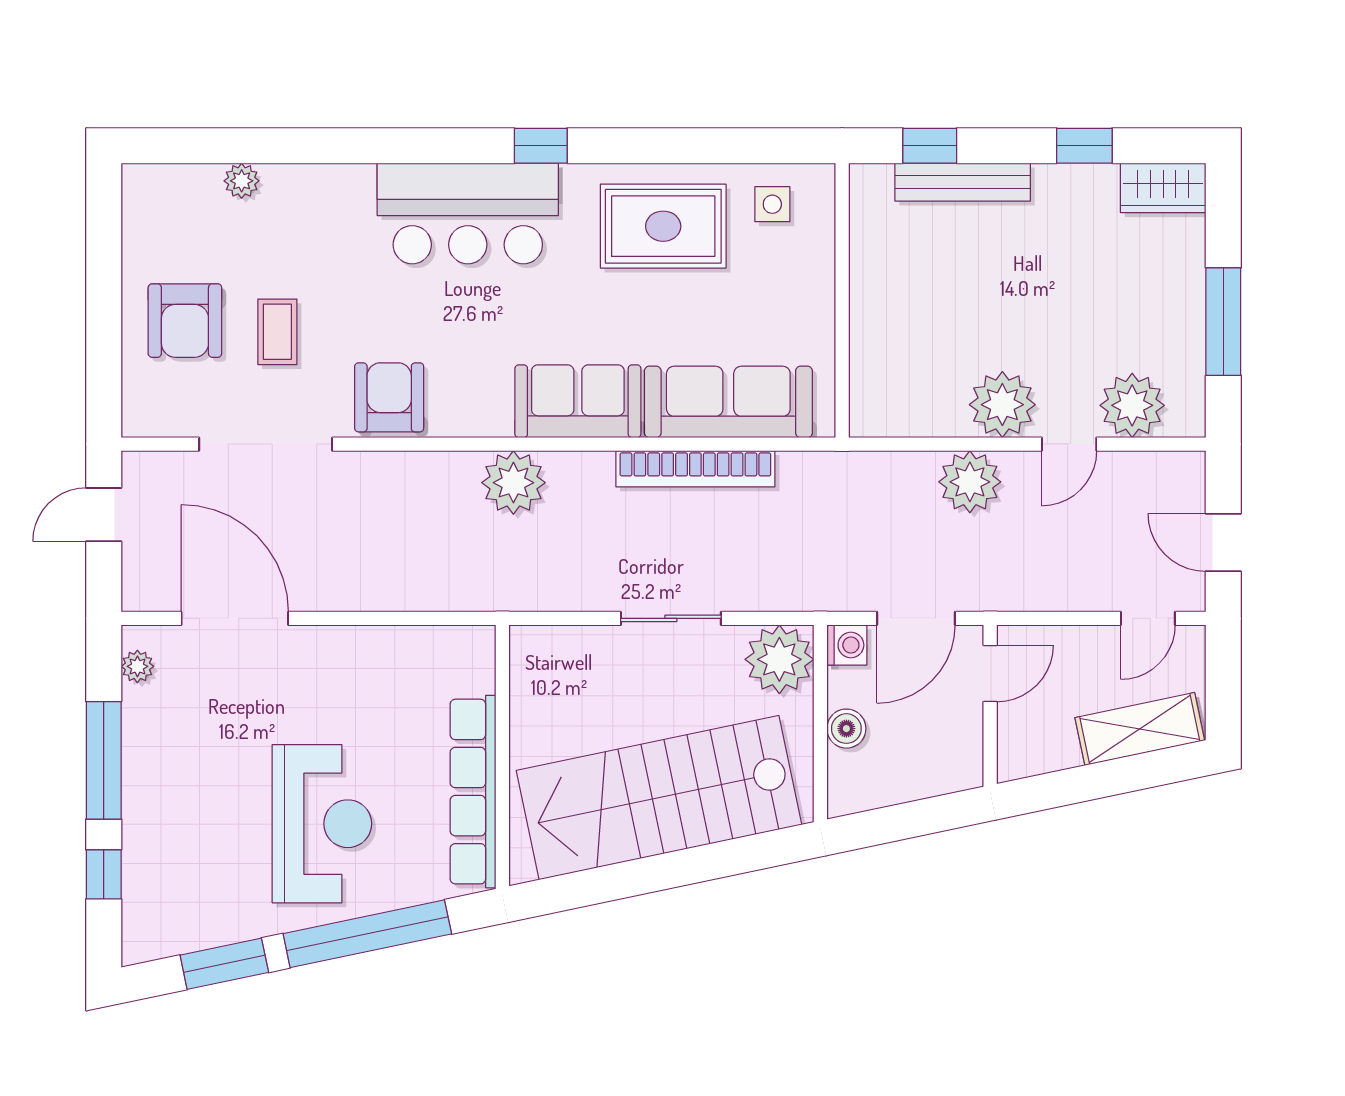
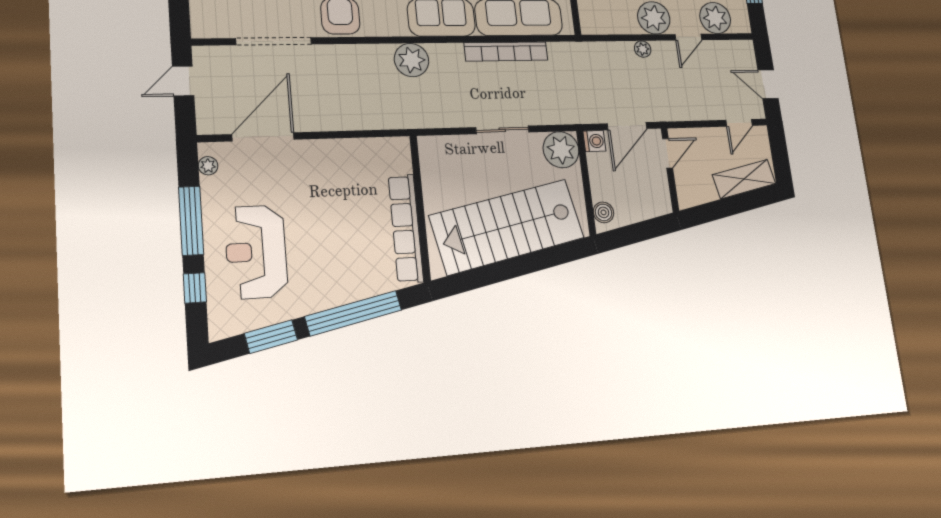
plant: (970, 482) -> (643, 49), width x0.53, depth x0.53
door: (235, 618) -> (263, 137), hinge flipped
boiler: (846, 729) -> (603, 212), moved
reception desk: (322, 824) -> (256, 252), moved, turned 180

